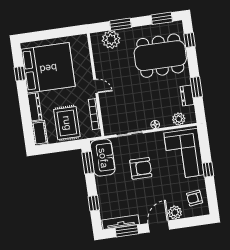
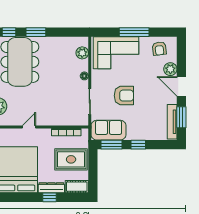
window: (20, 74) -> (49, 197), moved
door: (96, 86) -> (29, 127), moved
window: (196, 87) -> (36, 32), moved
dresser: (187, 96) -> (61, 42), removed
armchair: (141, 168) -> (124, 96), turned 90
window: (208, 170) -> (134, 32), width x2.17
window: (94, 203) -> (138, 145), moved

